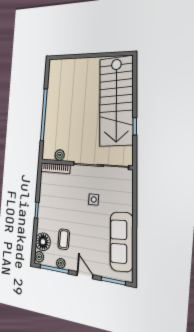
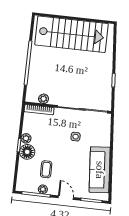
stairs: (116, 101) -> (71, 34), moved, turned -85
floor lamp: (43, 242) -> (27, 152), moved
plant: (39, 257) -> (26, 138), moved

